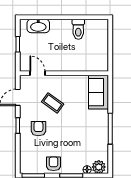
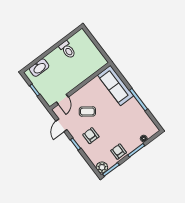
door: (37, 73) -> (62, 99), swing flipped
sofa: (99, 92) -> (116, 85), width x1.36
plant: (99, 167) -> (102, 167), moved

